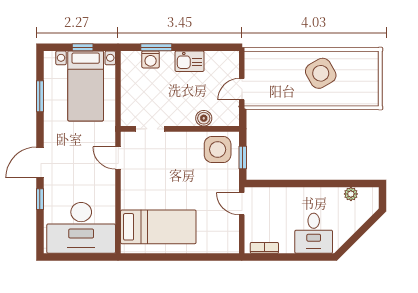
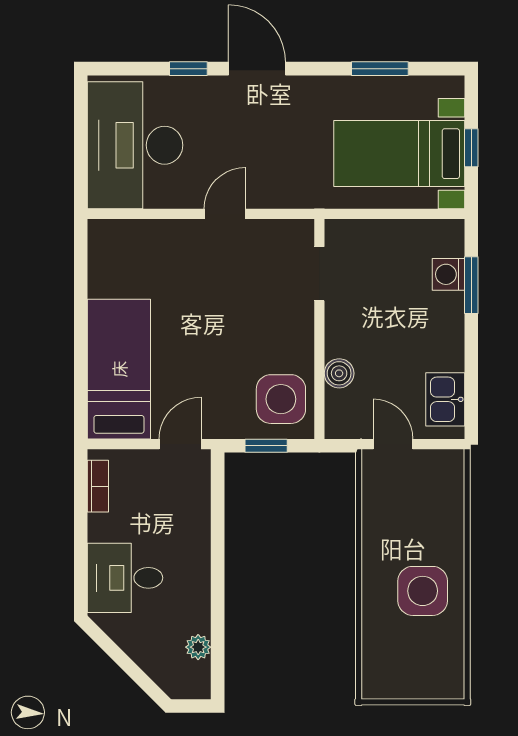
kitchen sink: (190, 61) -> (445, 399), moved
side table: (321, 73) -> (423, 591), turned 30
door: (118, 158) -> (225, 214), moved
bed: (158, 227) -> (119, 369), moved, turned 180

